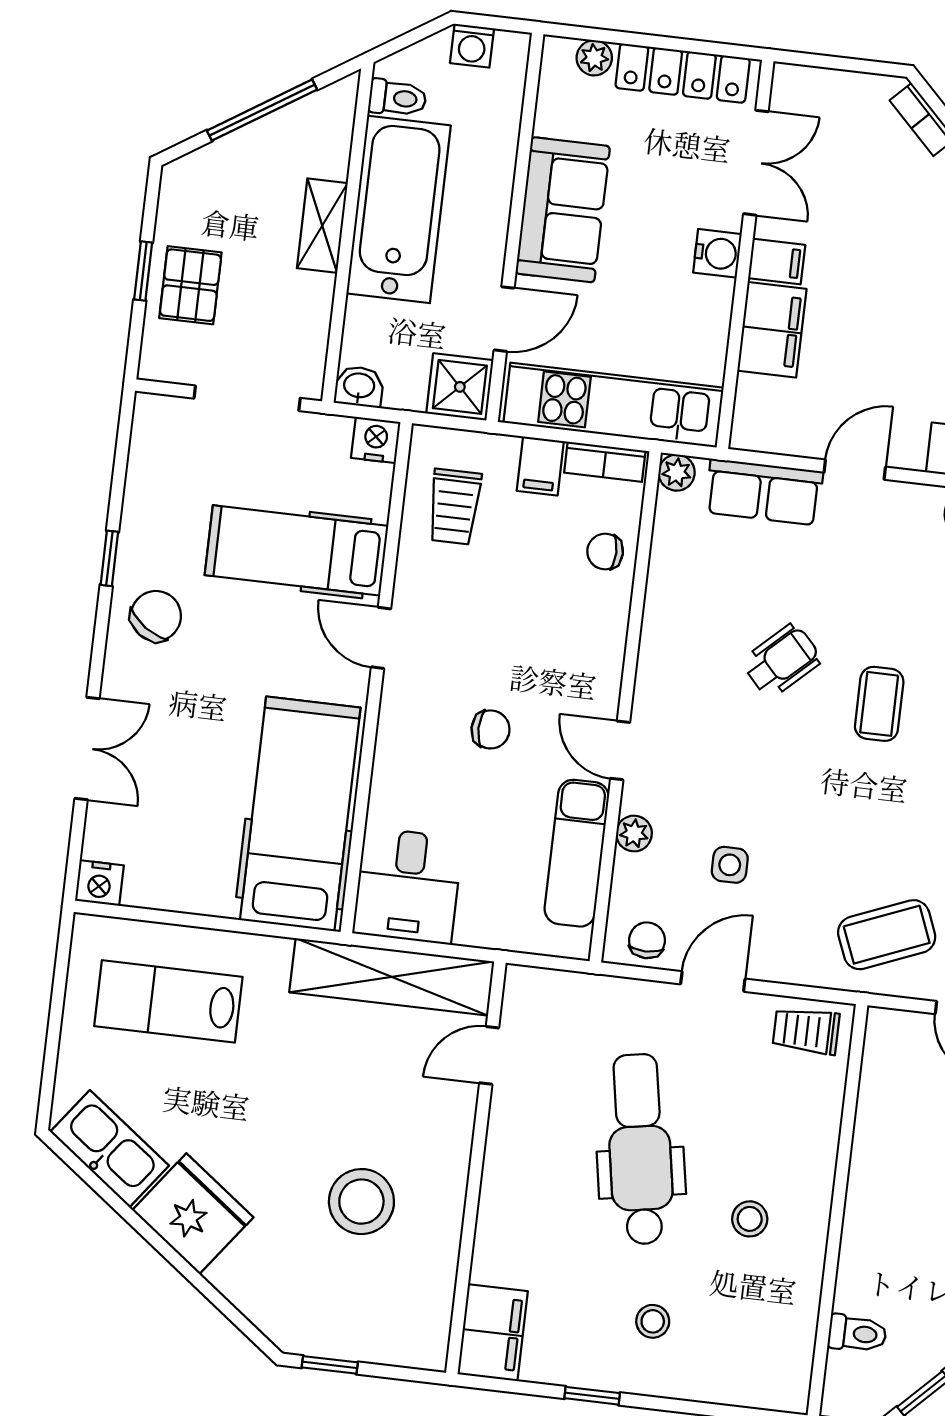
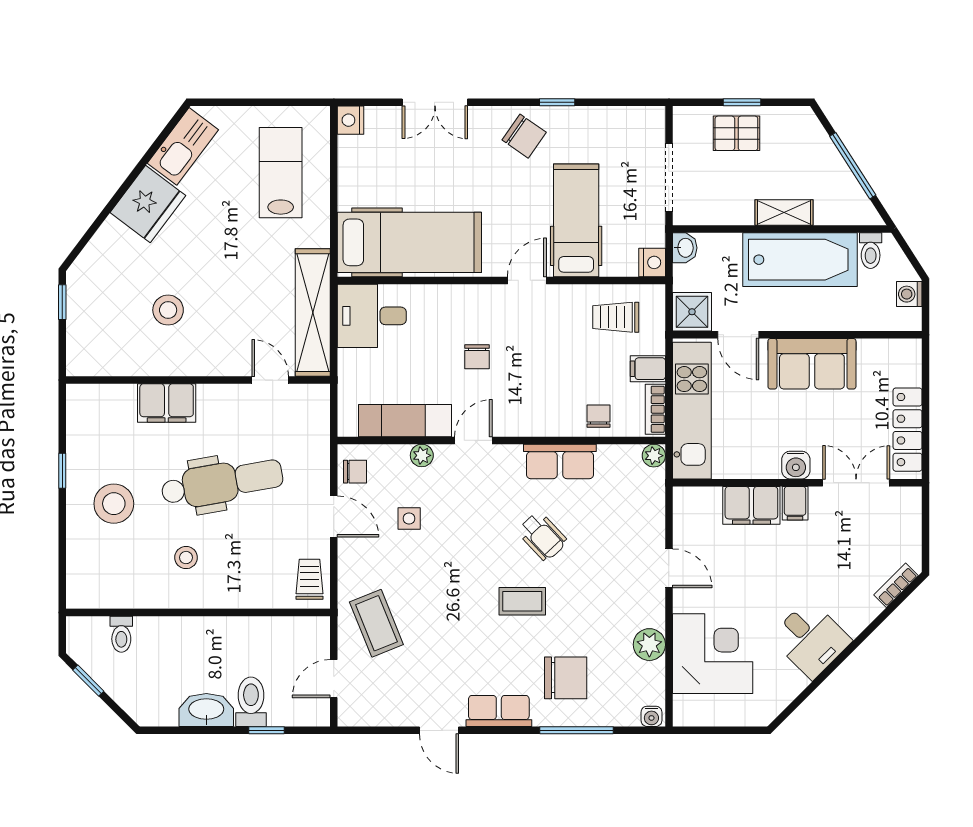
plant: (594, 58) -> (911, 372), removed
double door: (756, 163) -> (856, 483), swing flipped
row of seats: (764, 492) -> (560, 461), moved, turned -90
stool: (361, 1202) -> (168, 310), width x0.73, depth x0.73
stool: (653, 1321) -> (114, 504), width x1.89, depth x1.89
filing cabinet: (493, 1333) -> (167, 403), moved

